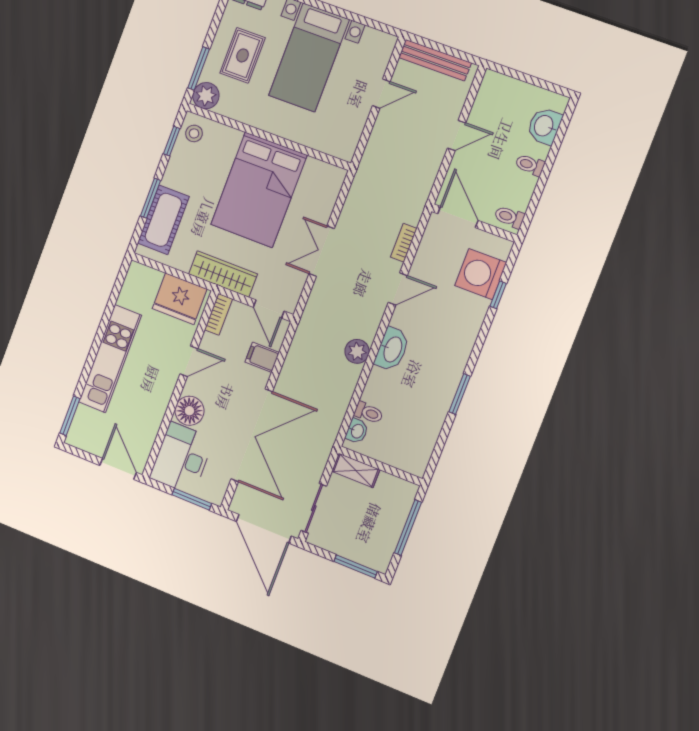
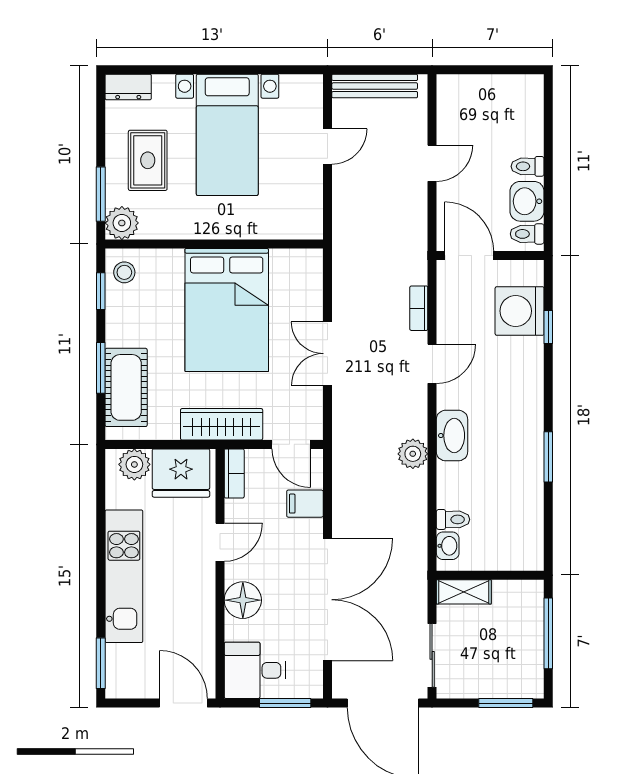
washbasin: (544, 126) -> (527, 201), moved
plant: (148, 279) -> (134, 464), added
desk: (182, 458) -> (255, 670), width x0.73

